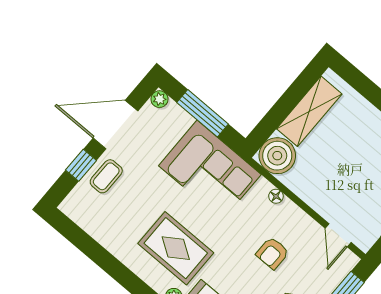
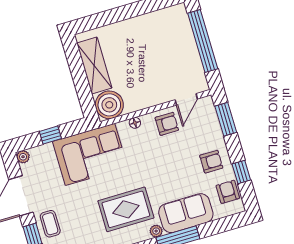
window: (203, 113) -> (50, 135), width x0.46
door: (338, 235) -> (186, 99), hinge flipped
armchair: (272, 253) -> (167, 124), moved, turned -90

